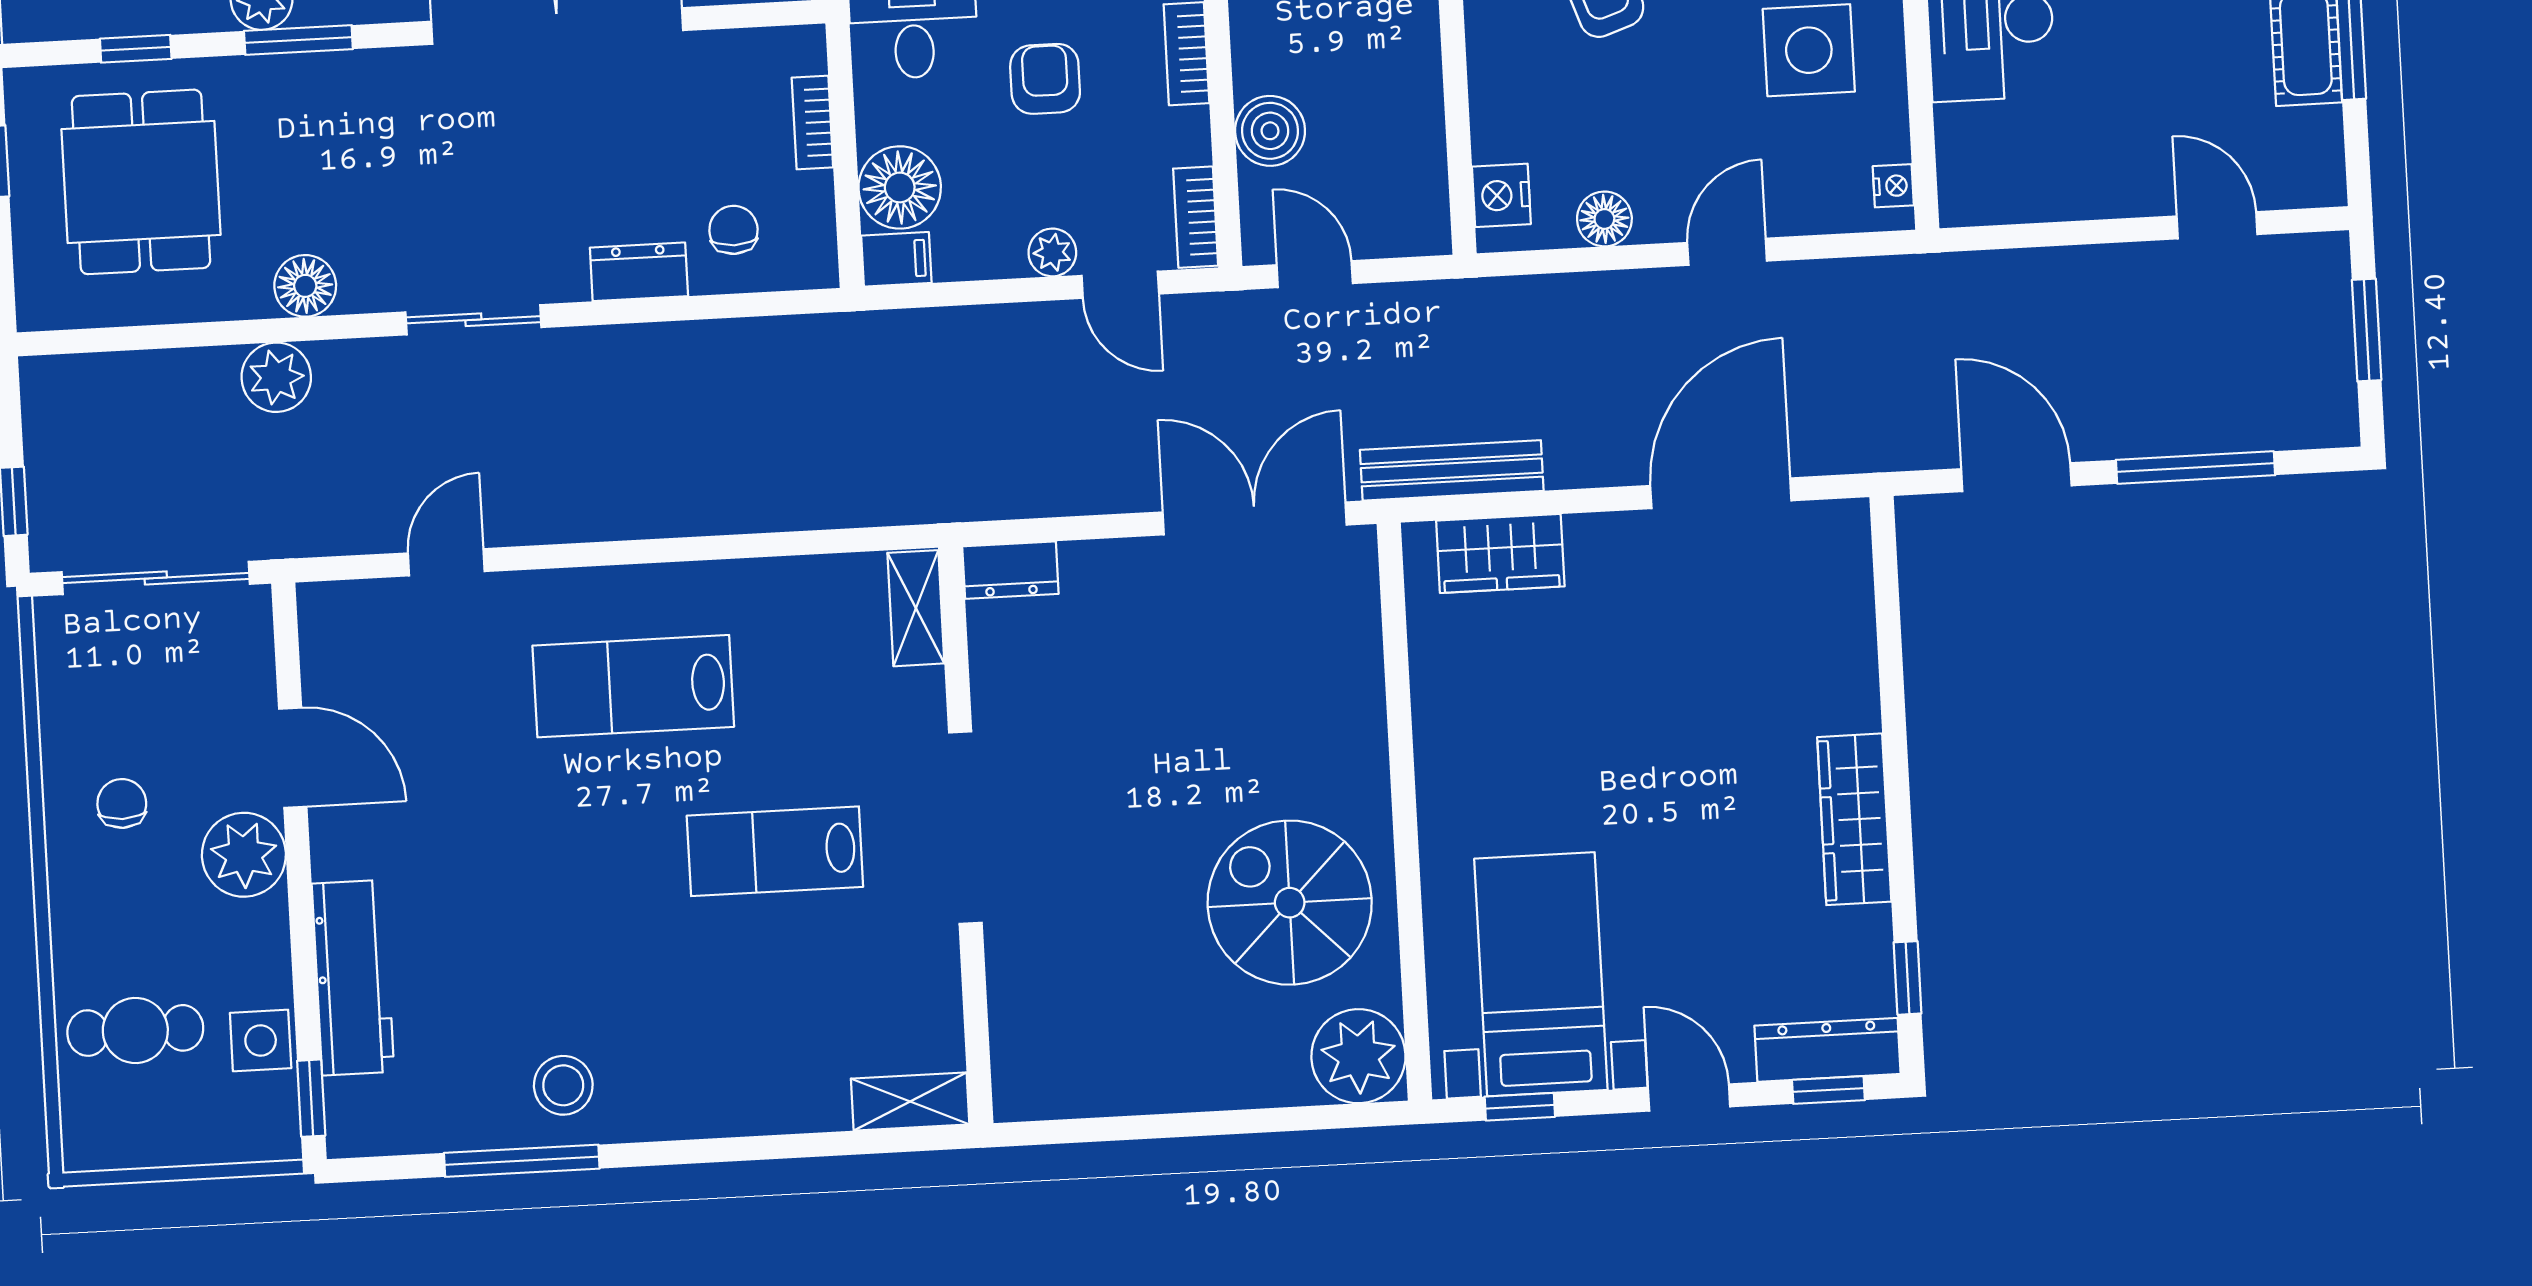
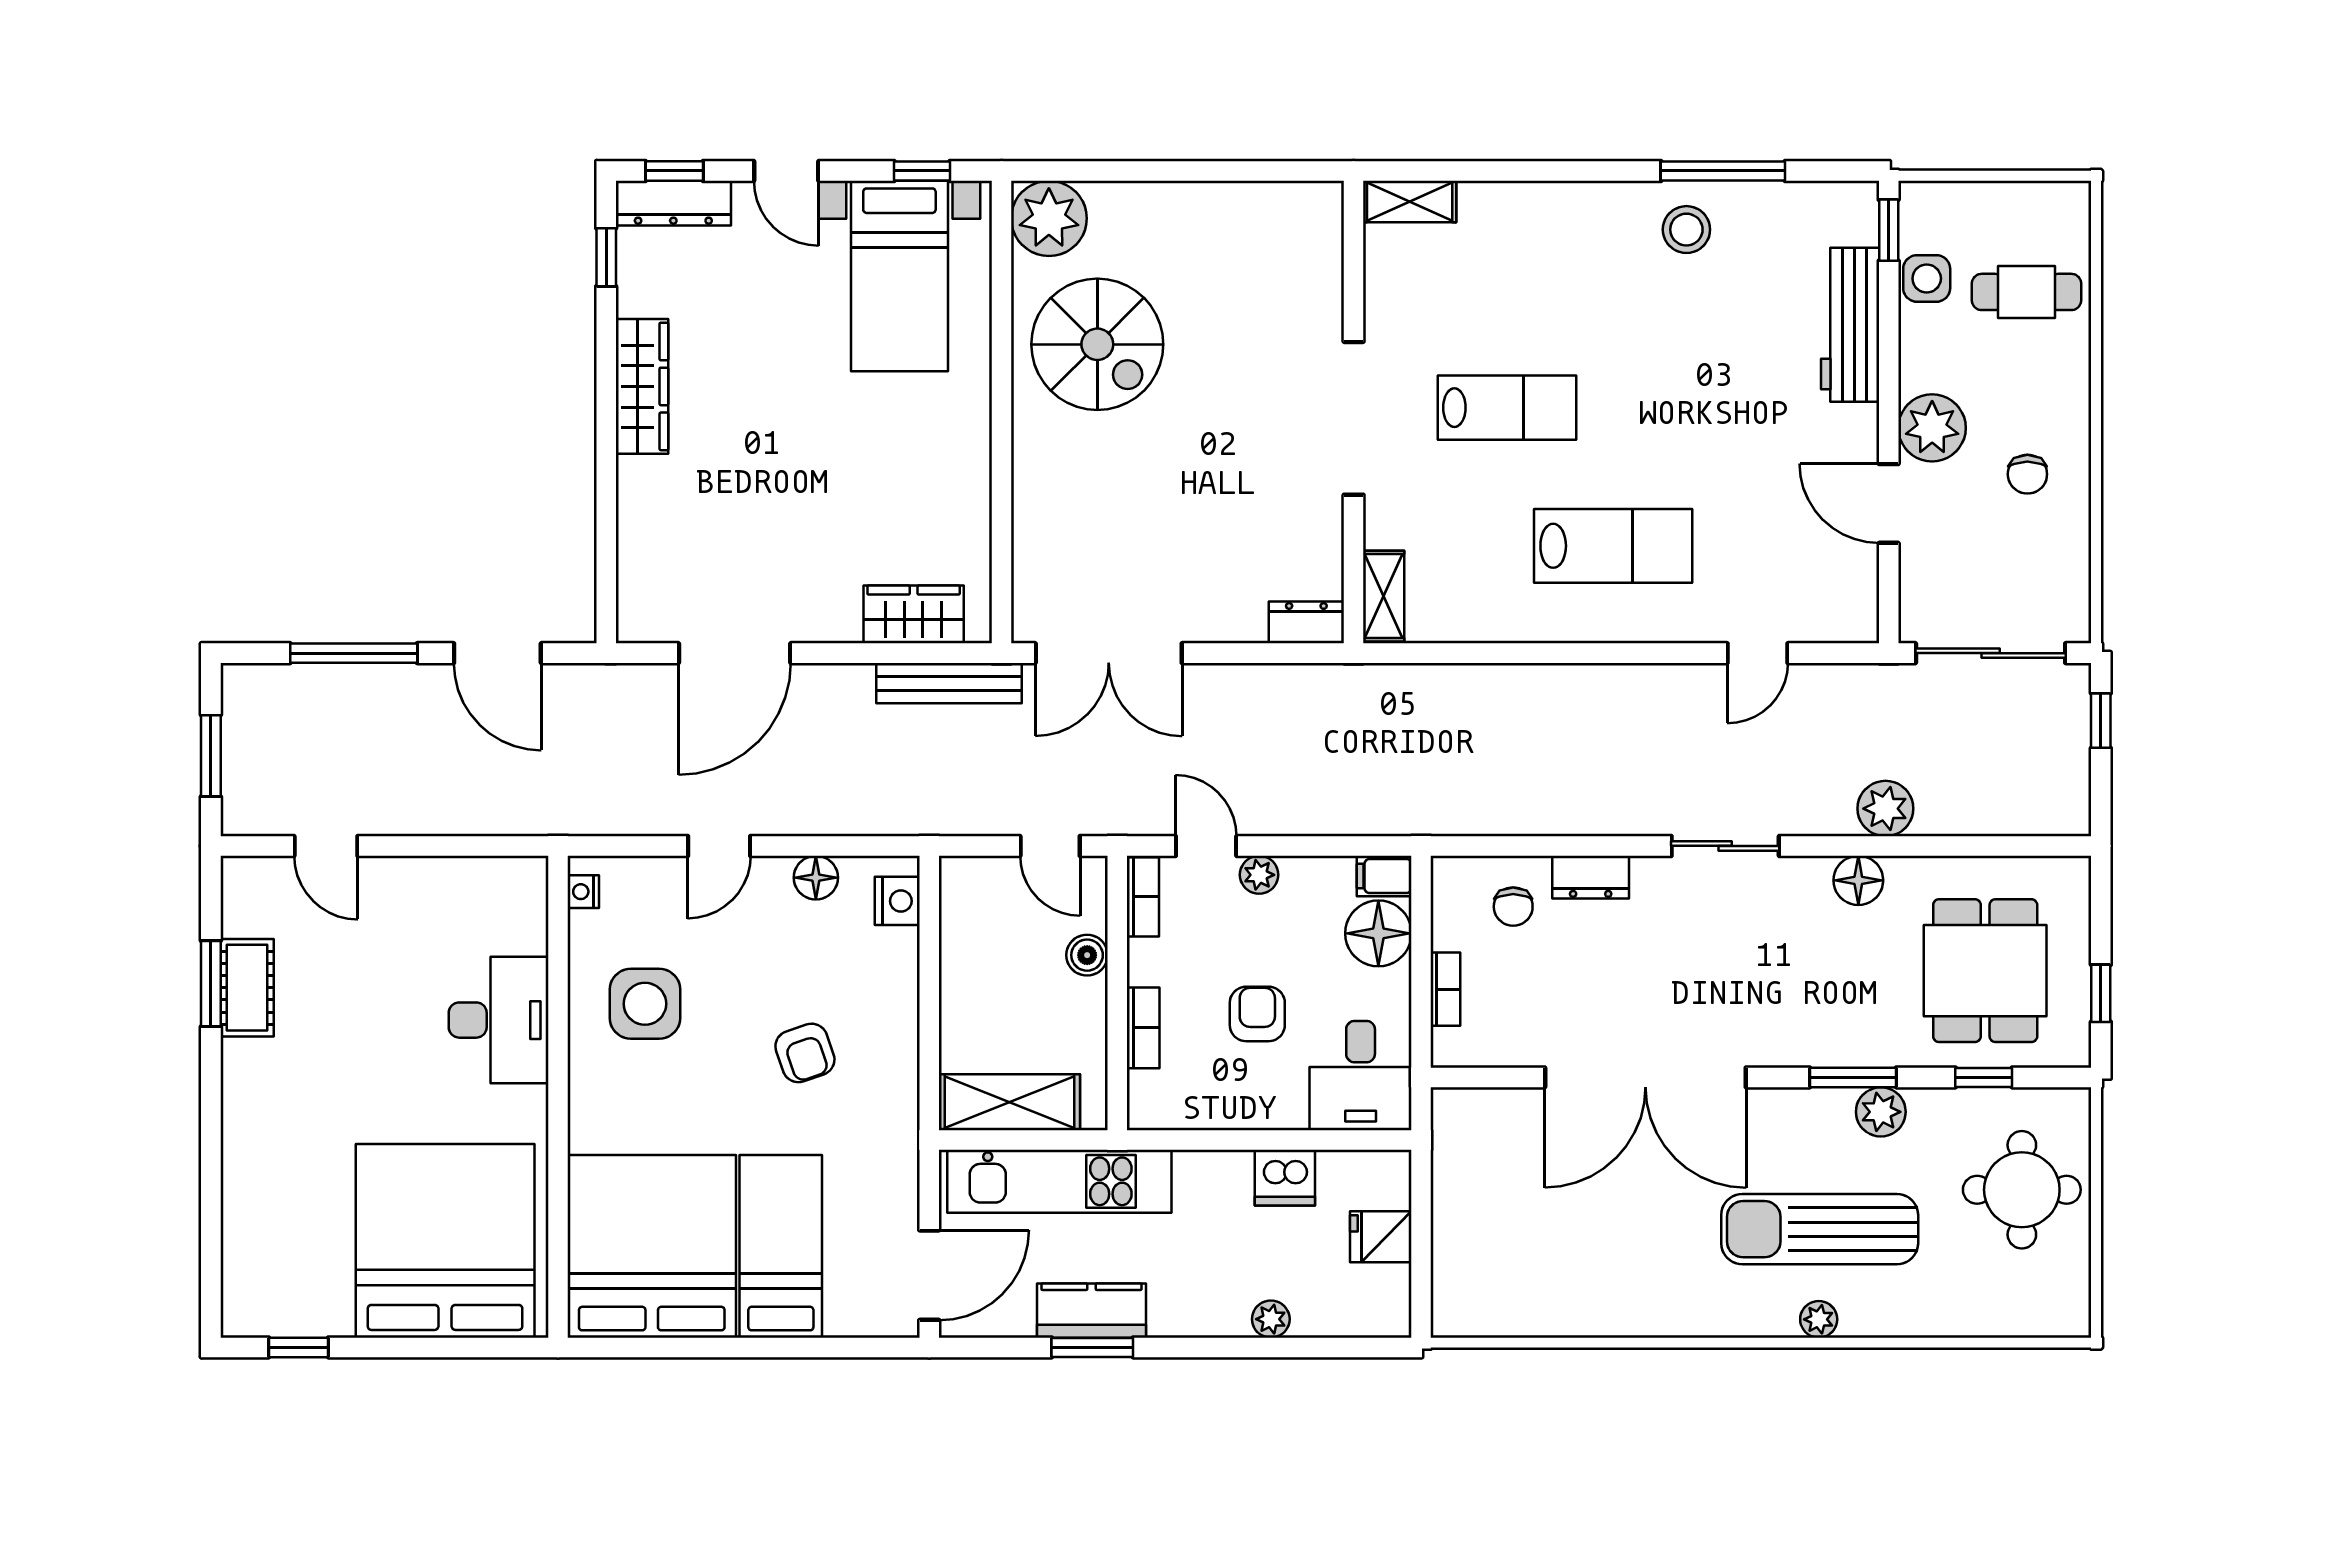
armchair: (1045, 79) -> (1257, 1014), turned 180
boiler: (1270, 131) -> (1087, 955), width x0.73, depth x0.73

